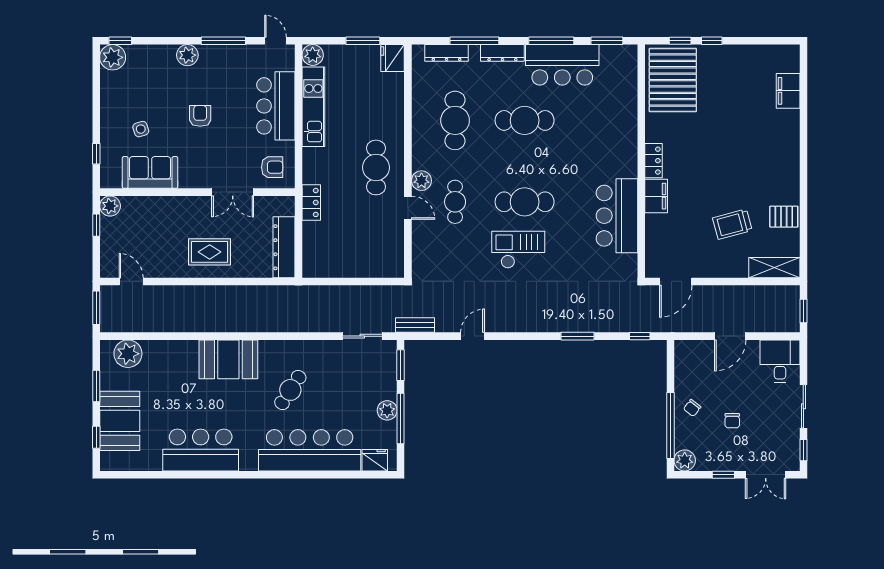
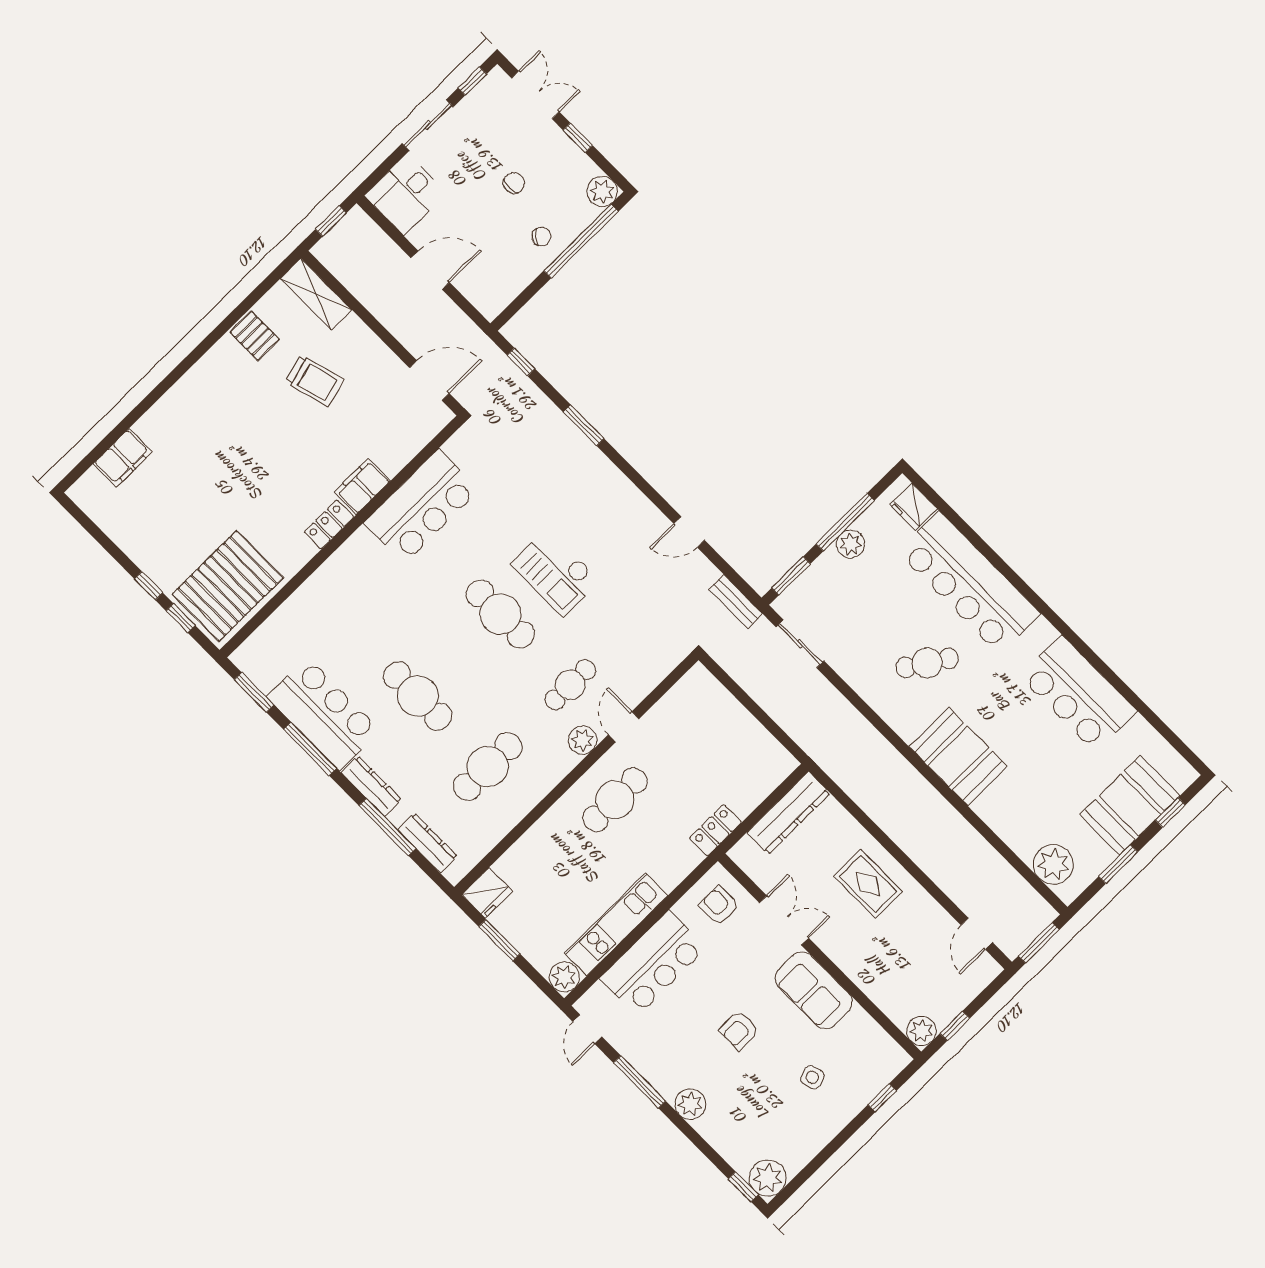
sofa: (150, 172) -> (814, 990), moved

